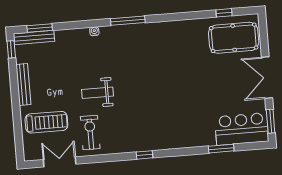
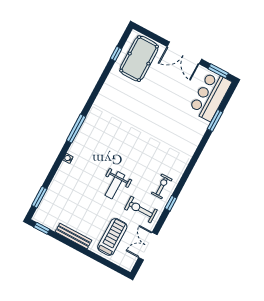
bench: (34, 38) -> (44, 206), removed
exercise bike: (125, 138) -> (162, 186), added
window: (144, 155) -> (171, 203), moved

